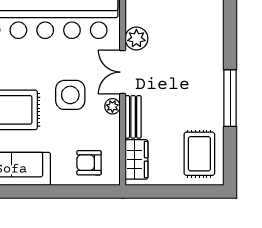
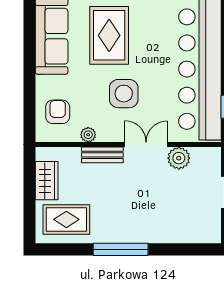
plant: (112, 106) -> (88, 135), moved
wardrobe: (136, 159) -> (47, 181), moved, turned -90

